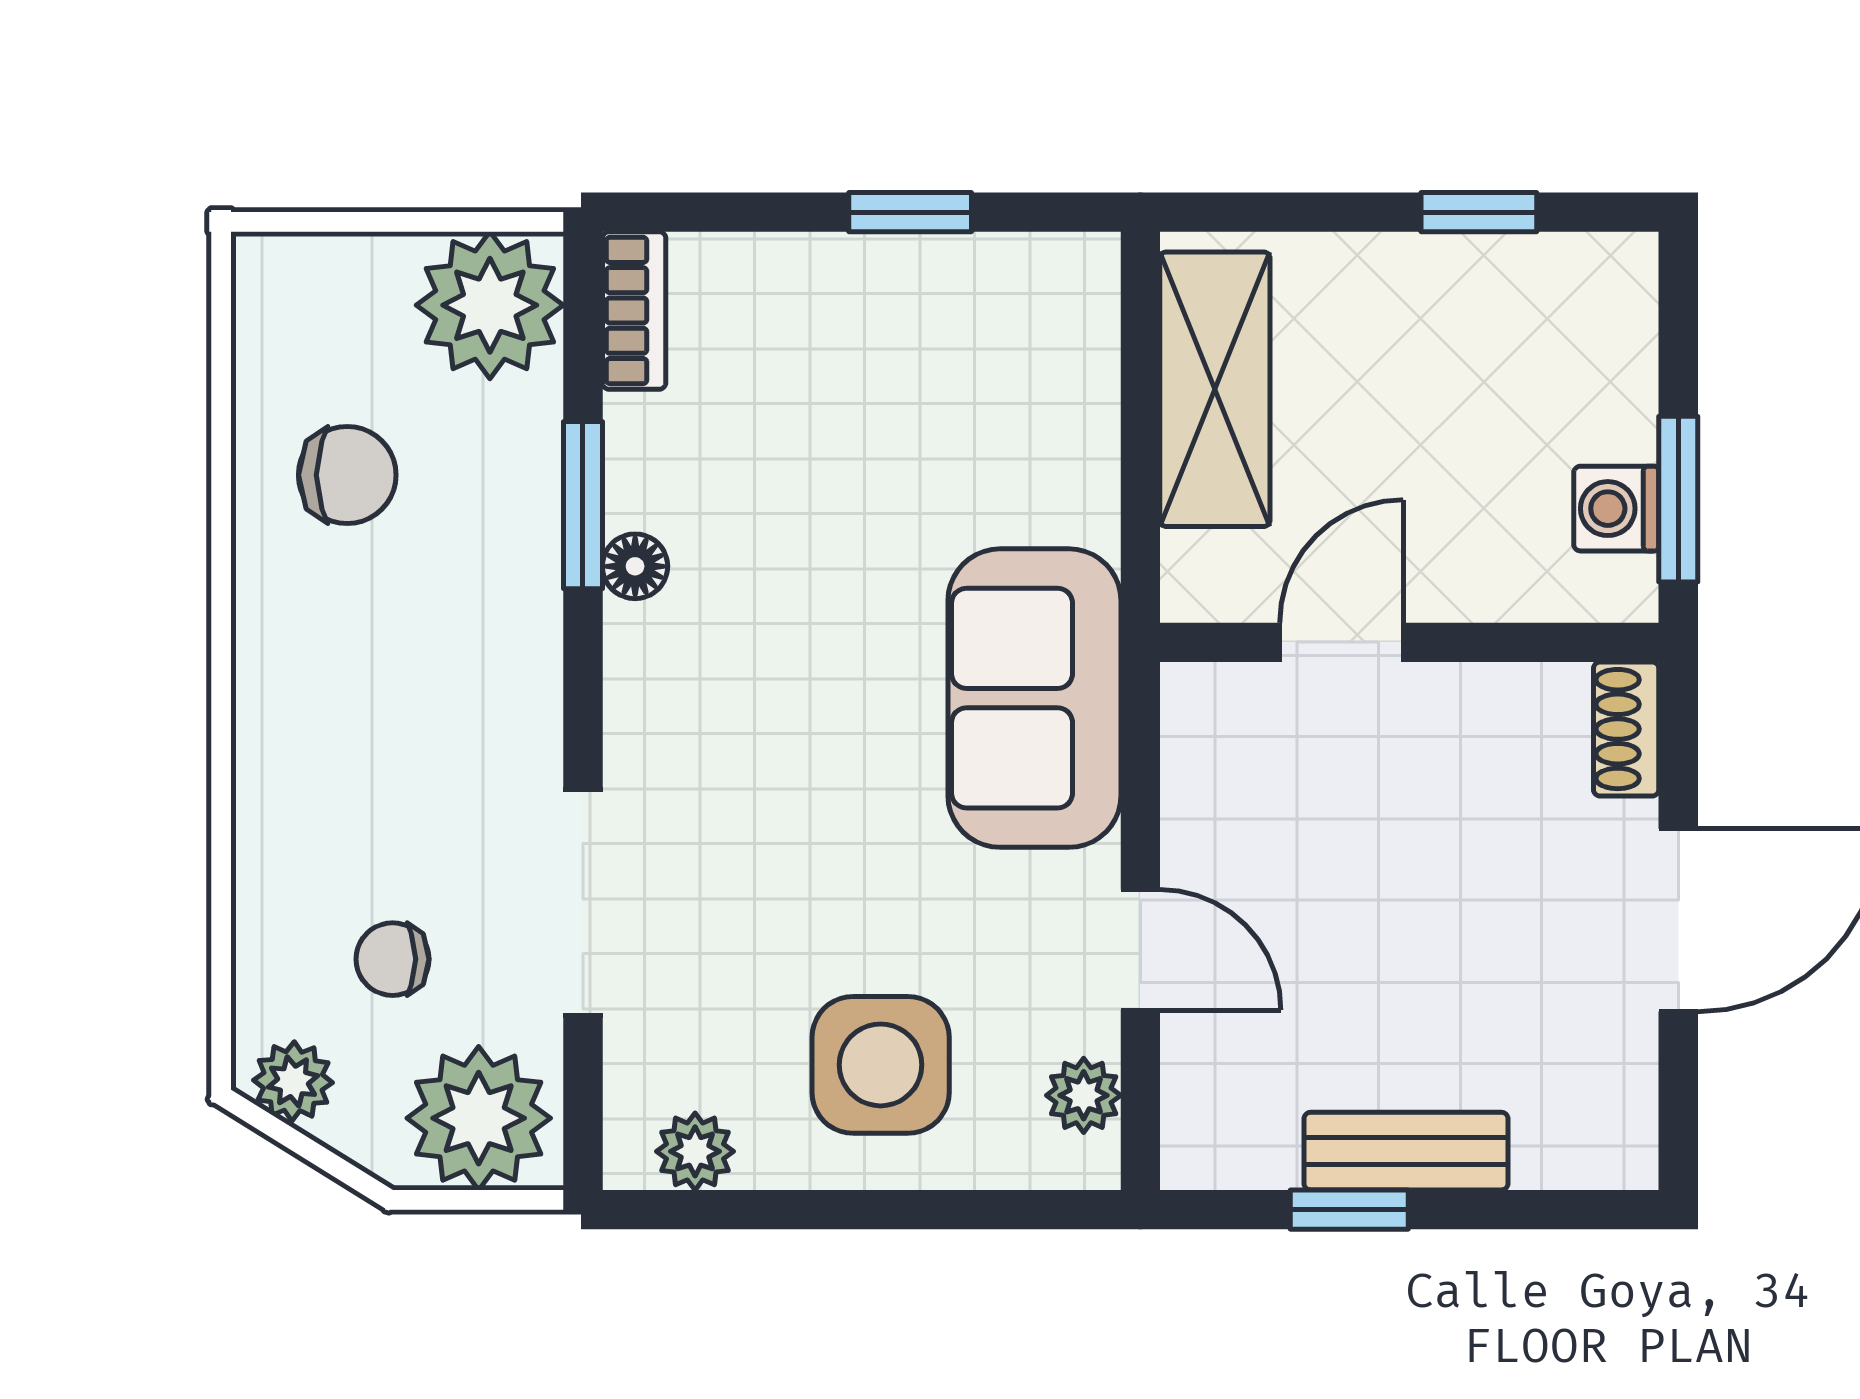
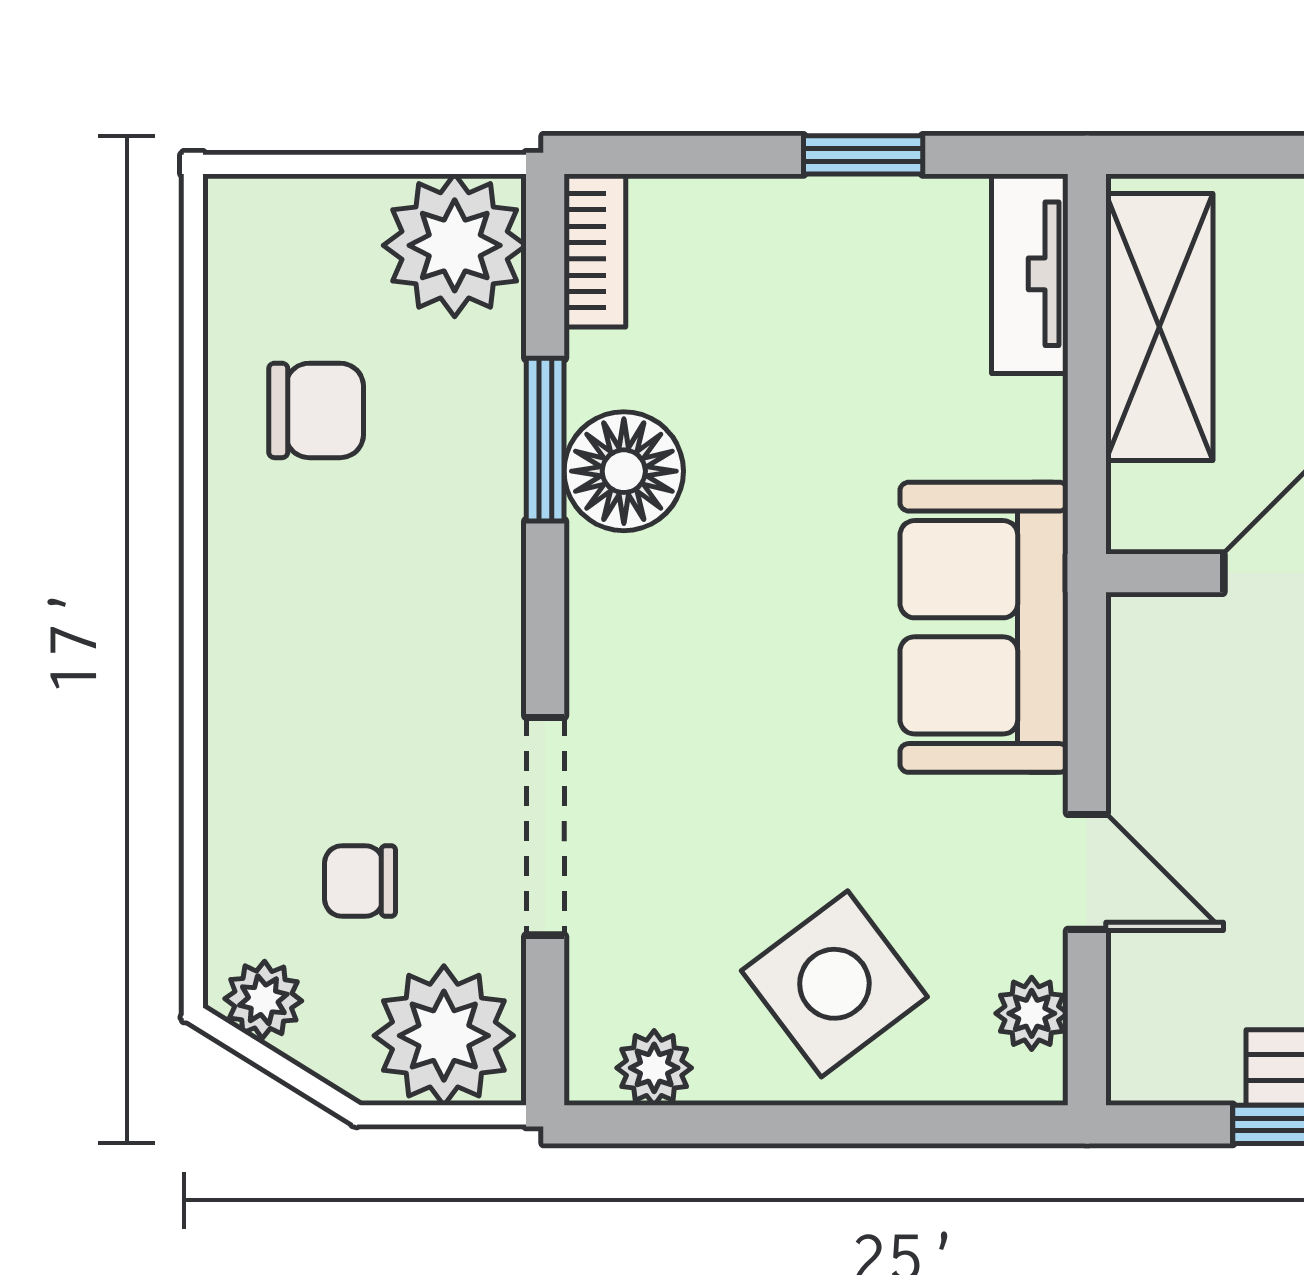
tv unit: (1082, 334) -> (1030, 274), added
floor lamp: (635, 566) -> (624, 471), width x1.89, depth x1.89
side table: (881, 1065) -> (834, 984), turned -37

